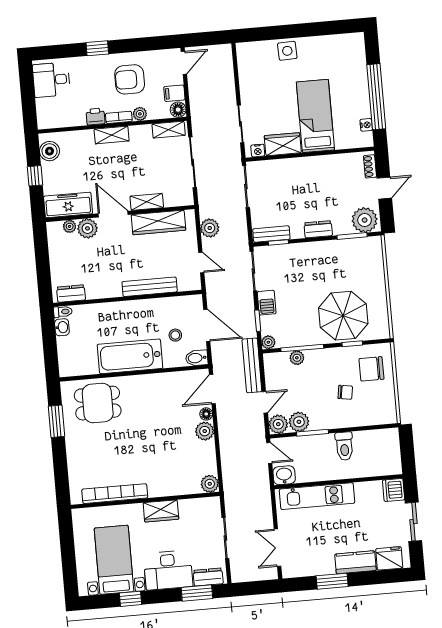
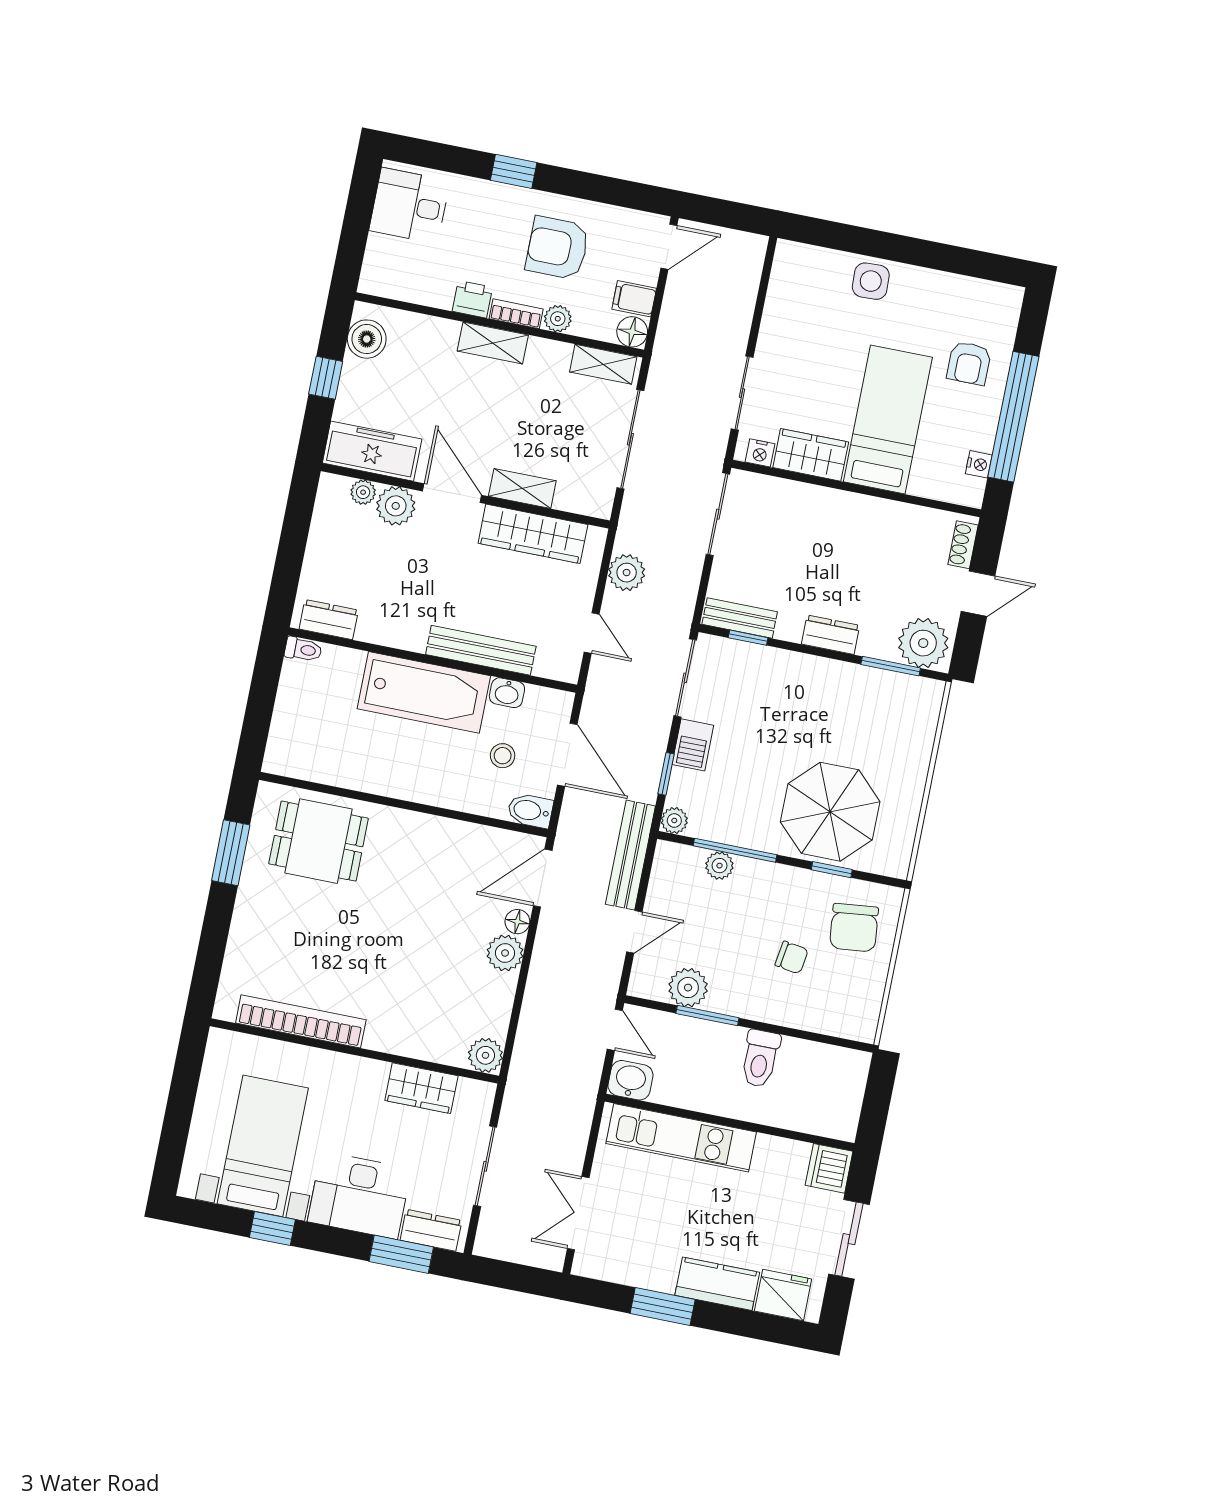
armchair: (347, 77) -> (969, 363), added
washbasin: (62, 327) -> (507, 693), moved, turned 90
bathtub: (130, 356) -> (424, 692), moved, turned 180
chair: (371, 369) -> (854, 928), turned -96
plant: (278, 424) -> (648, 981), removed
wardrobe: (161, 511) -> (421, 1088), moved

